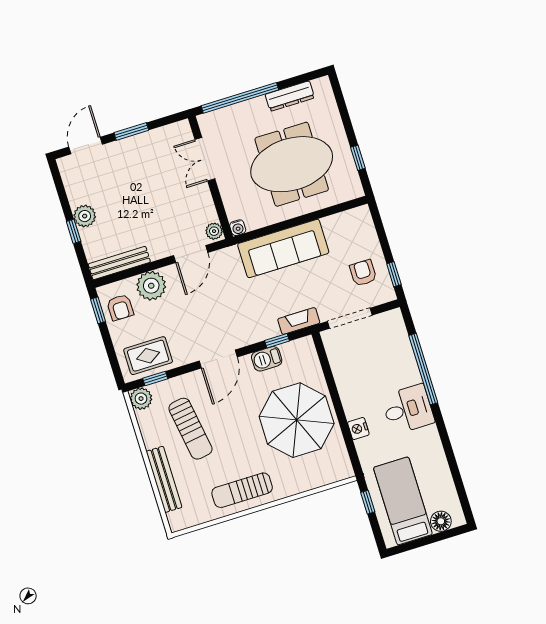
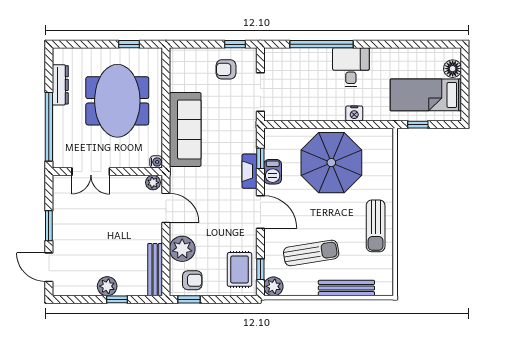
fireplace: (299, 321) -> (249, 171), moved

